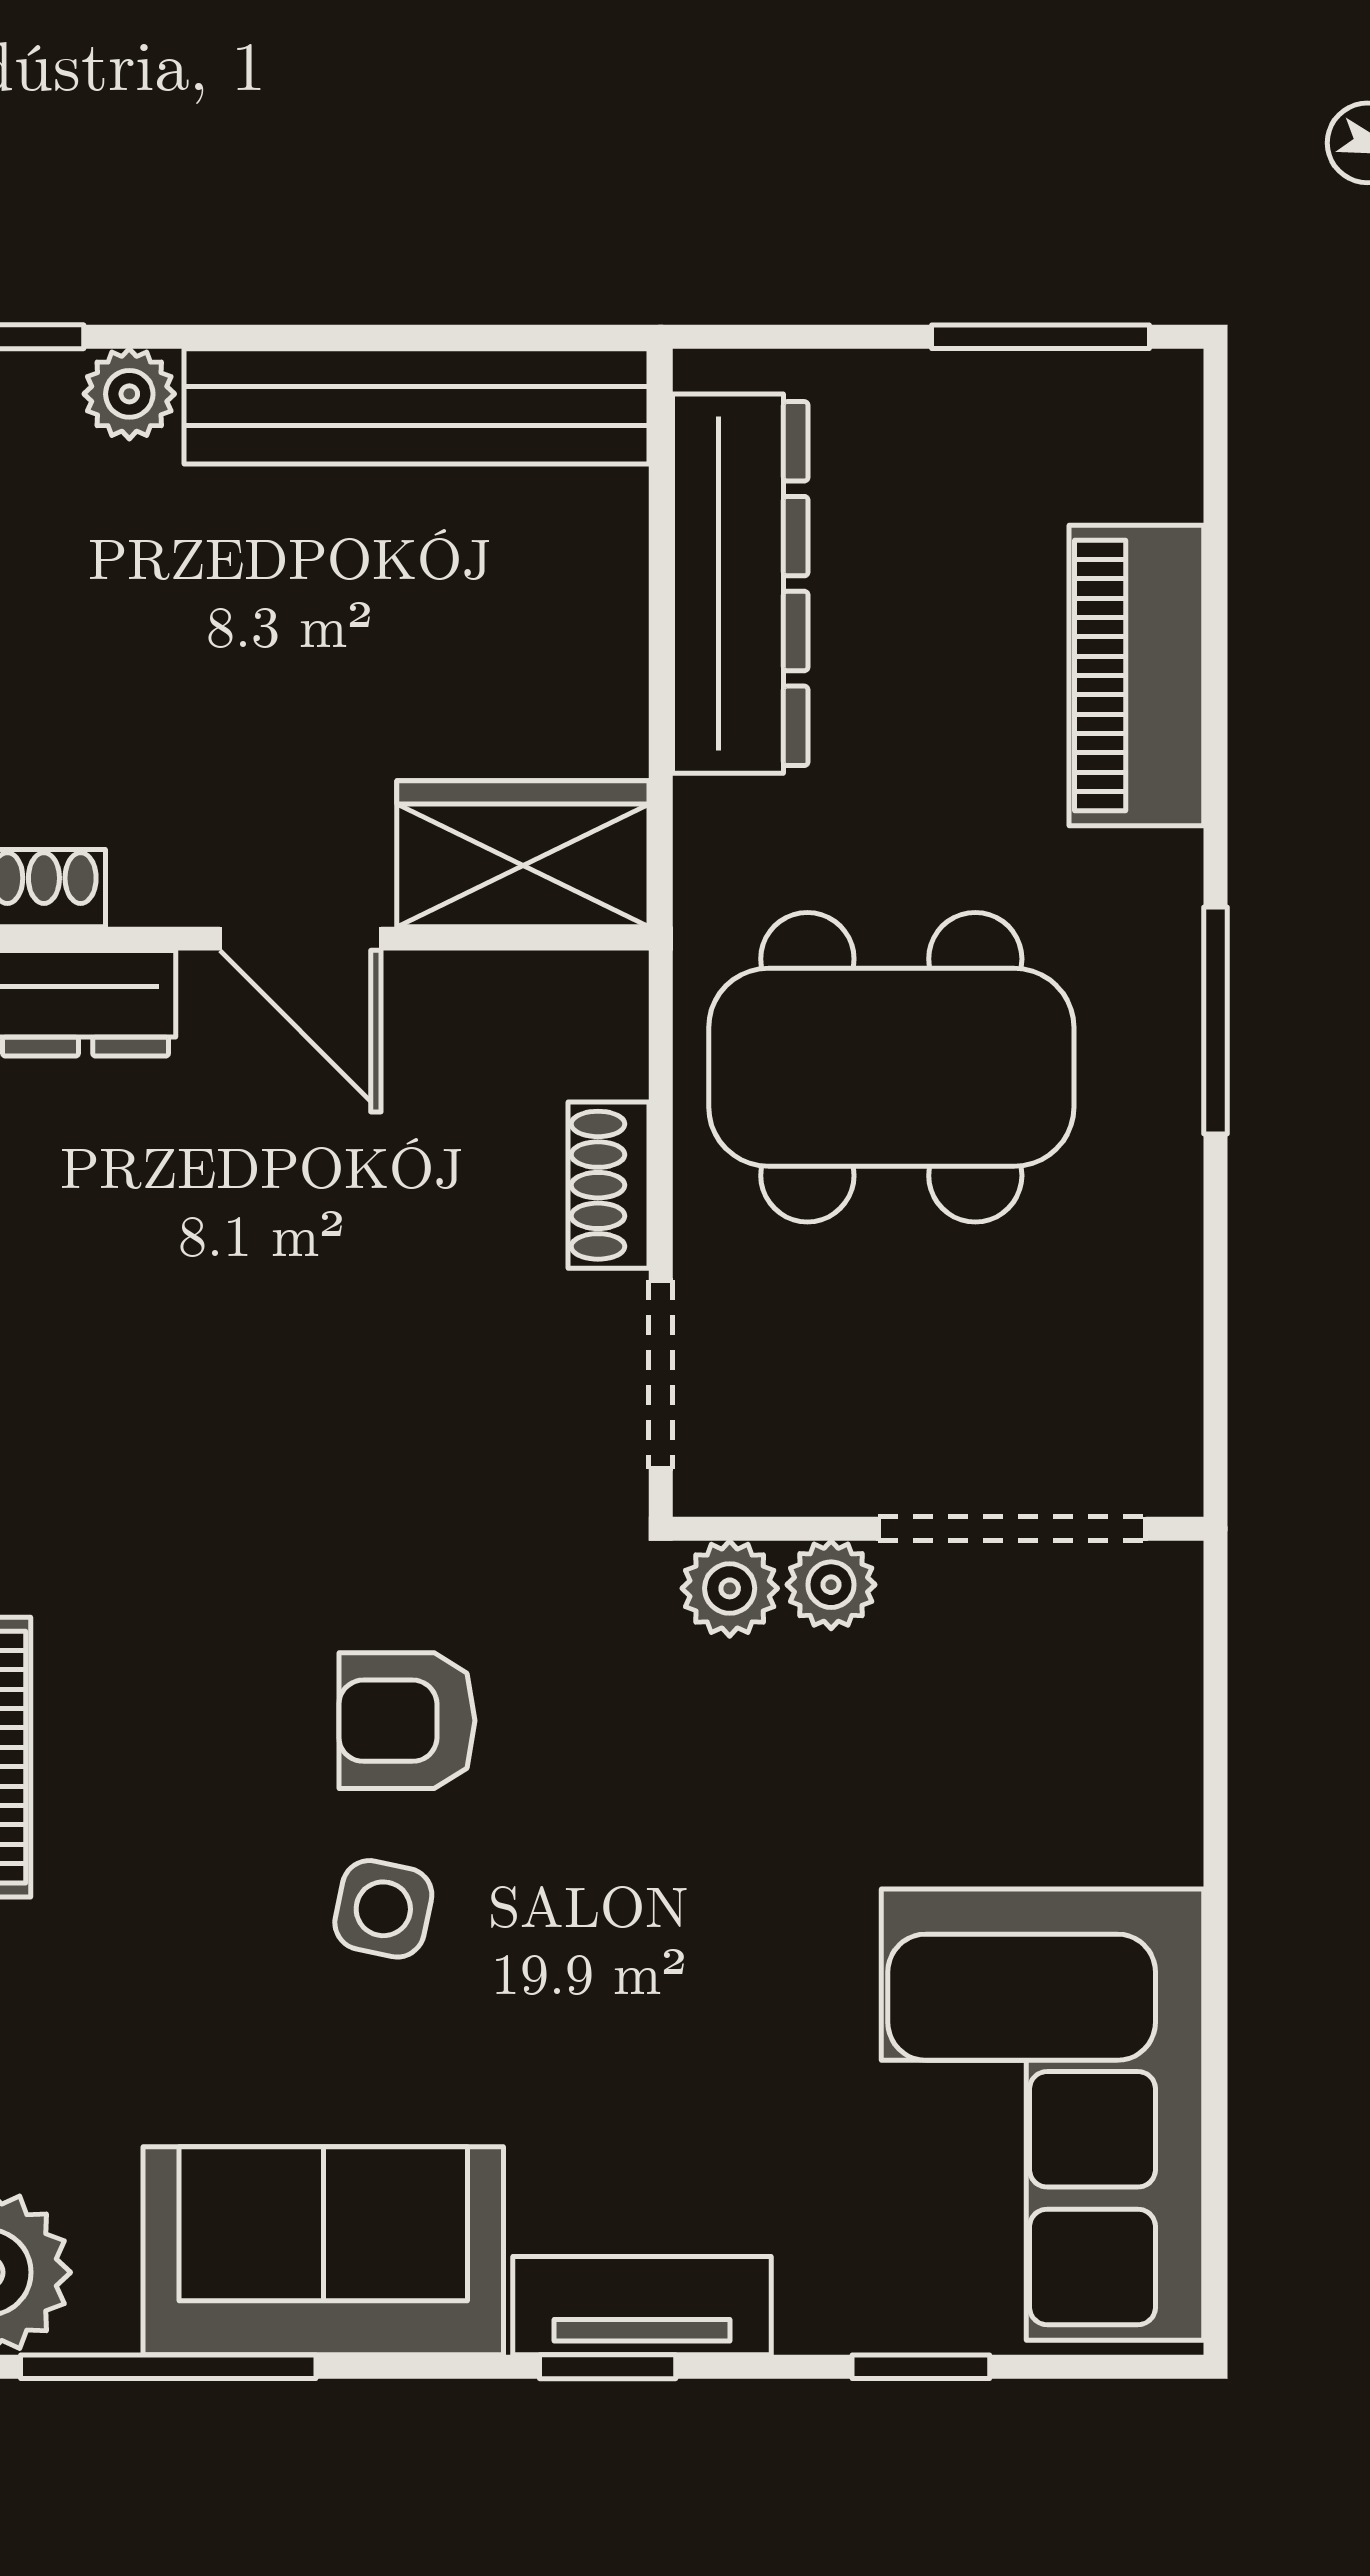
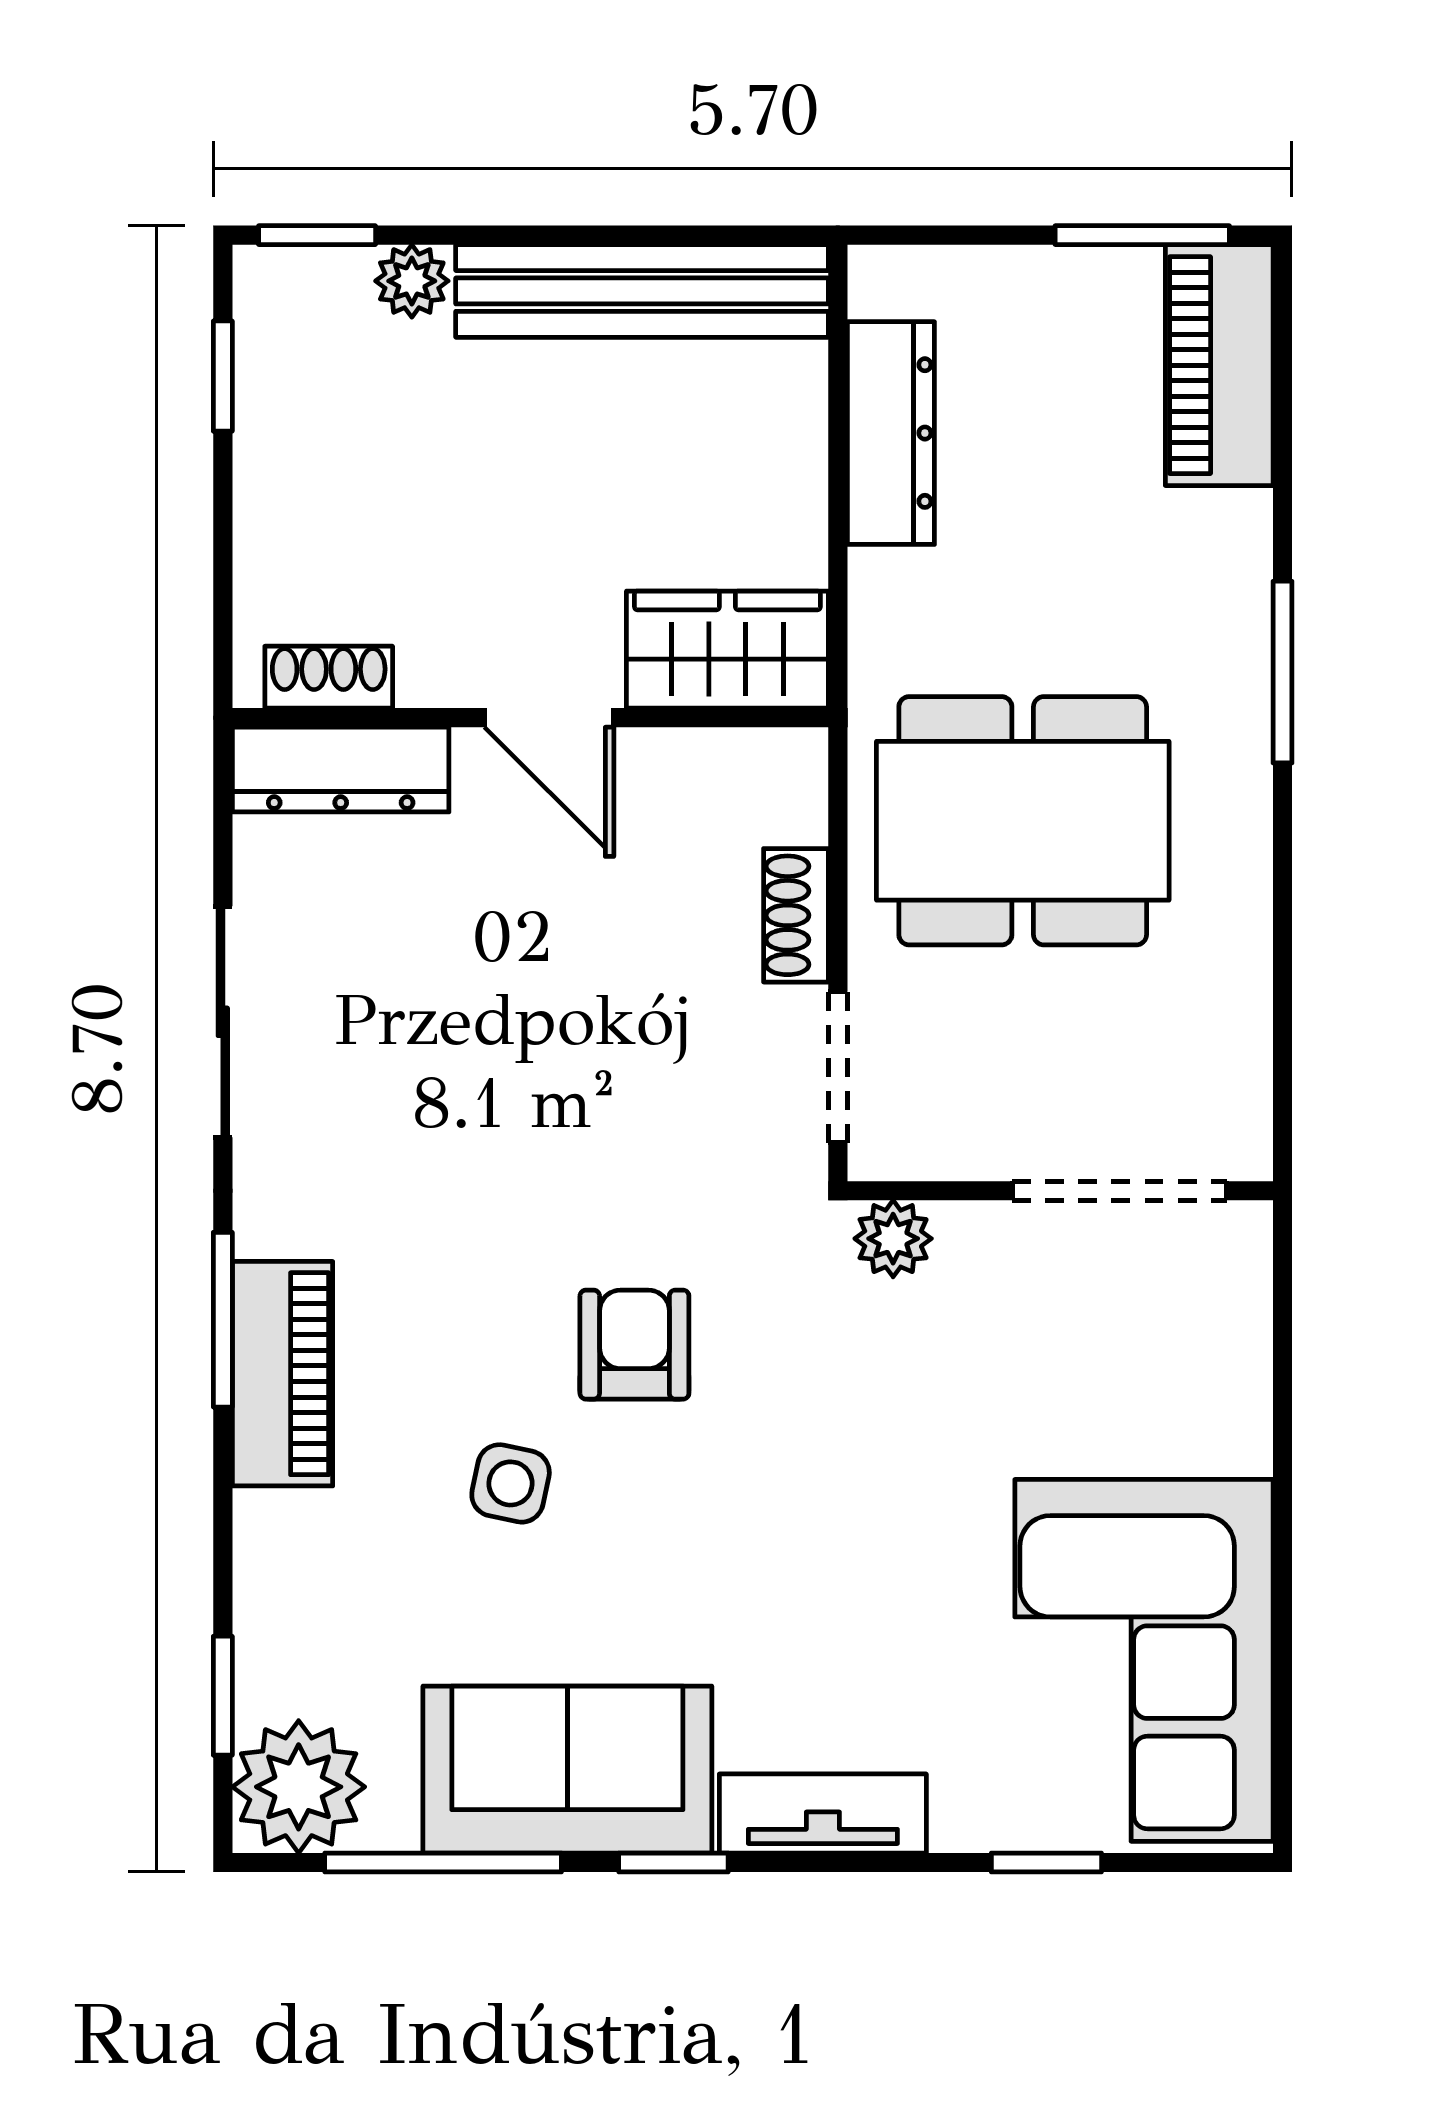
dresser: (740, 584) -> (891, 433), width x0.73, depth x0.80
piano: (1136, 675) -> (1219, 365), moved
window: (1215, 1020) -> (1283, 672), moved
plant: (831, 1585) -> (974, 1236), removed
armchair: (407, 1721) -> (634, 1345), turned 90
side table: (383, 1909) -> (511, 1483), moved
window: (608, 2367) -> (673, 1863), moved

